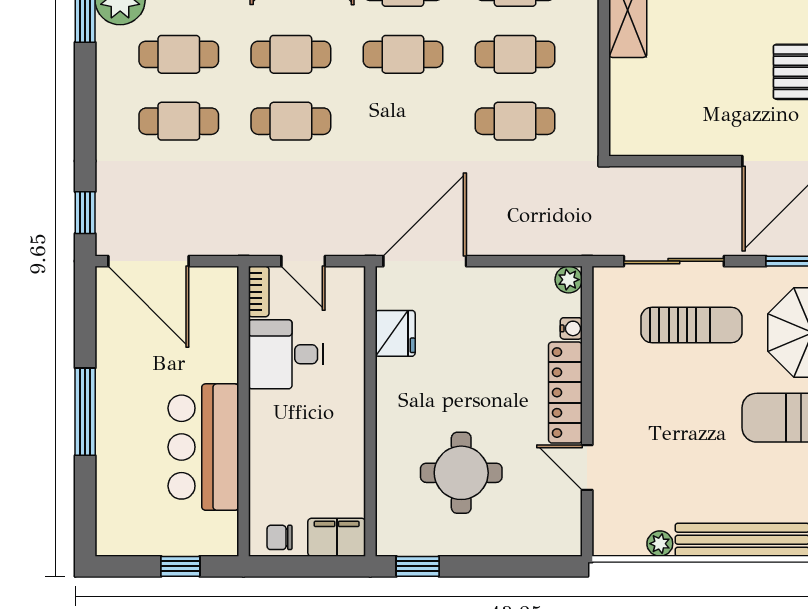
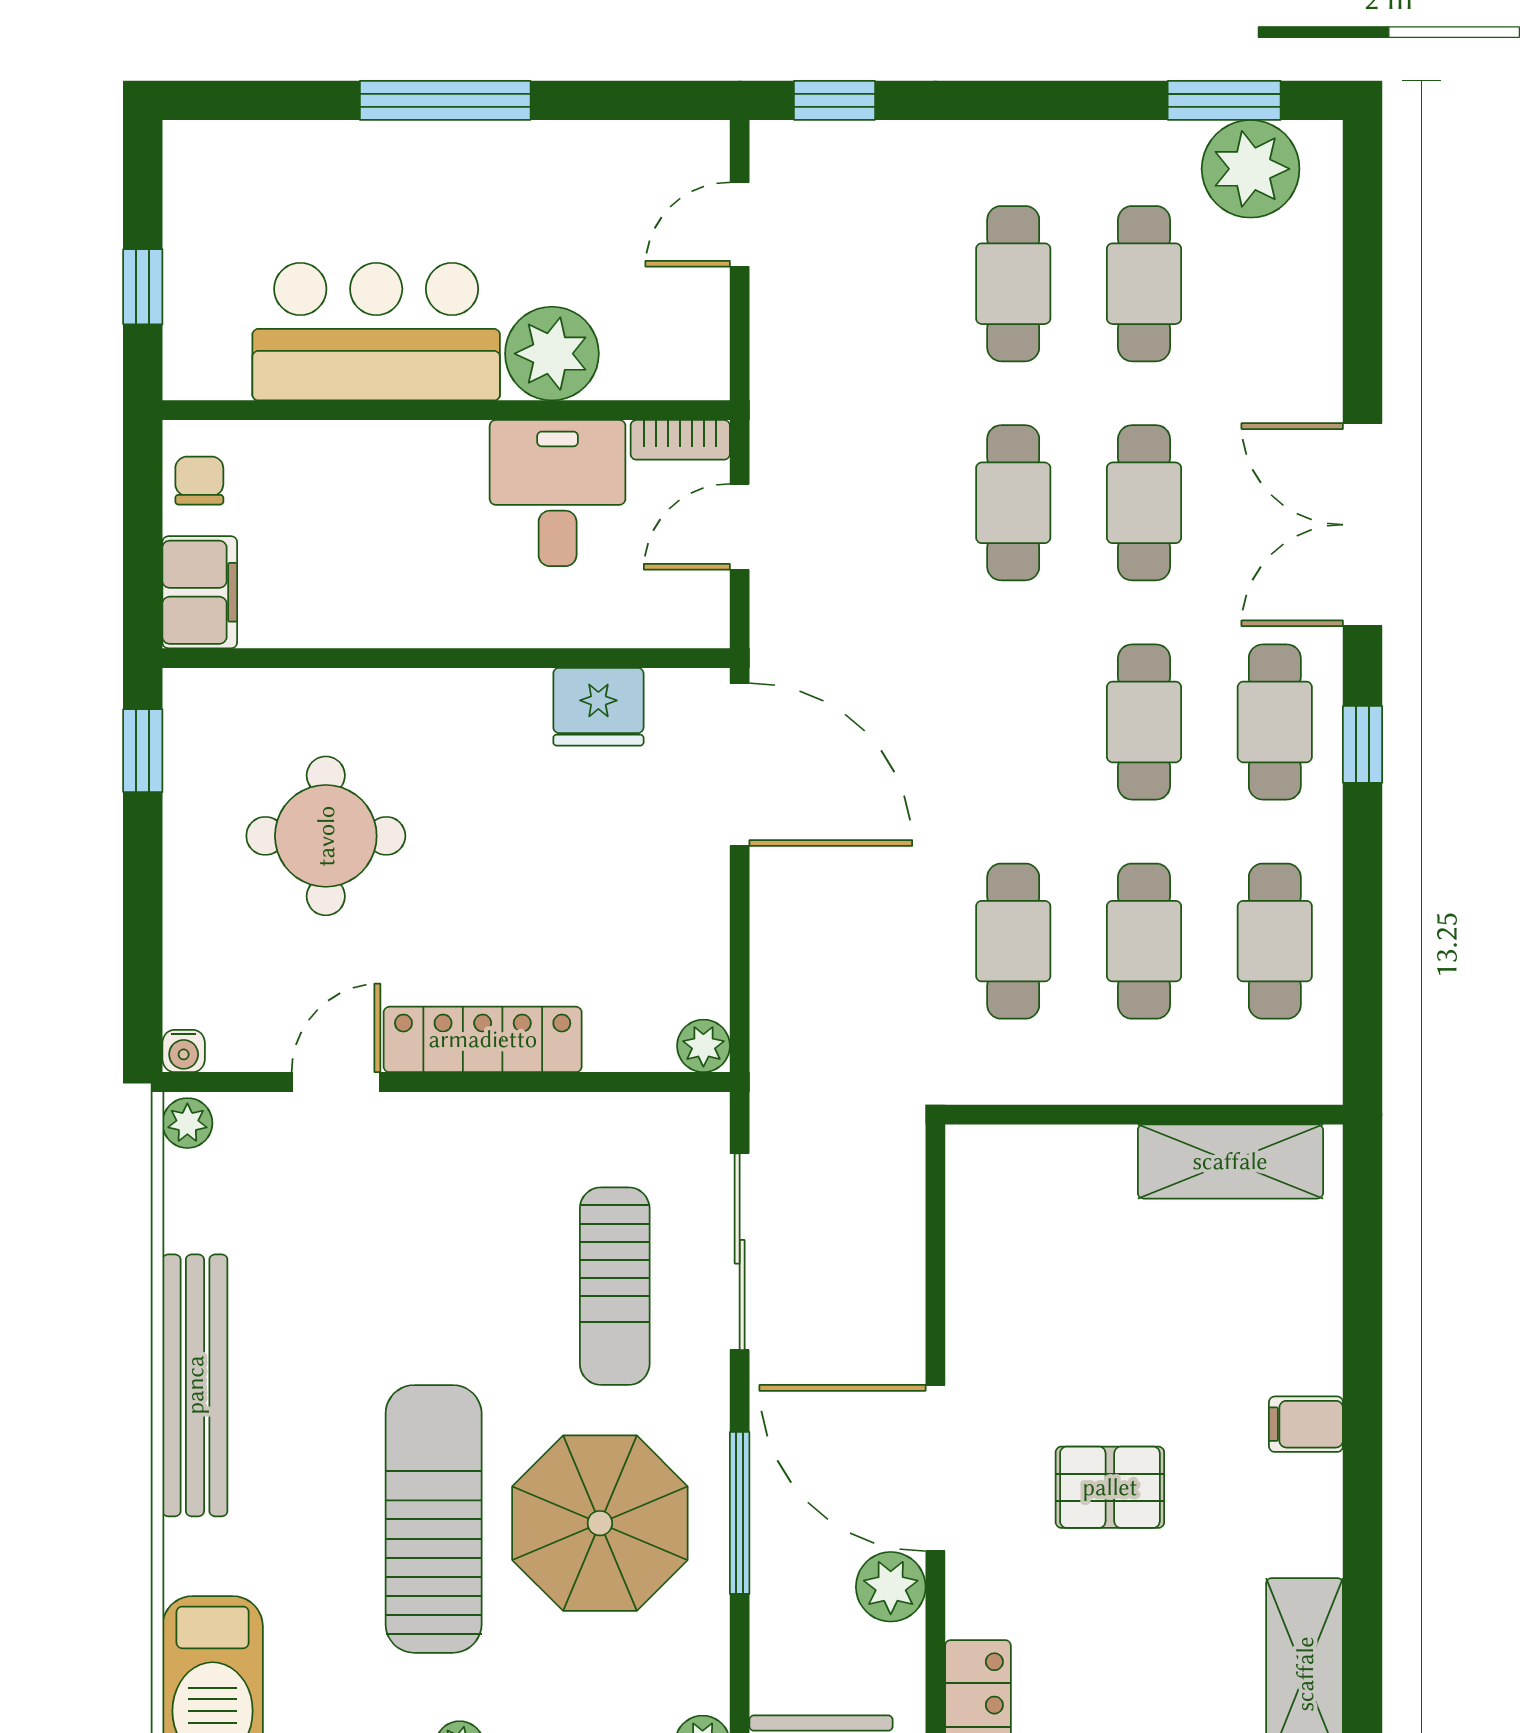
door: (149, 261) -> (740, 224), width x0.53
water cooler: (571, 328) -> (184, 1051), moved
plant: (215, 357) -> (552, 354), added
plant: (660, 544) -> (187, 1123), moved

